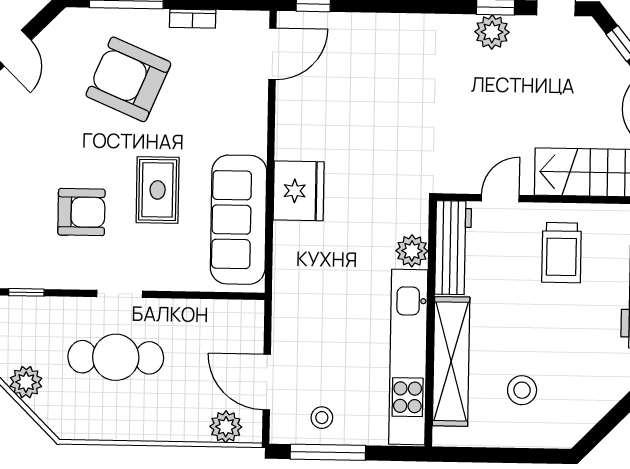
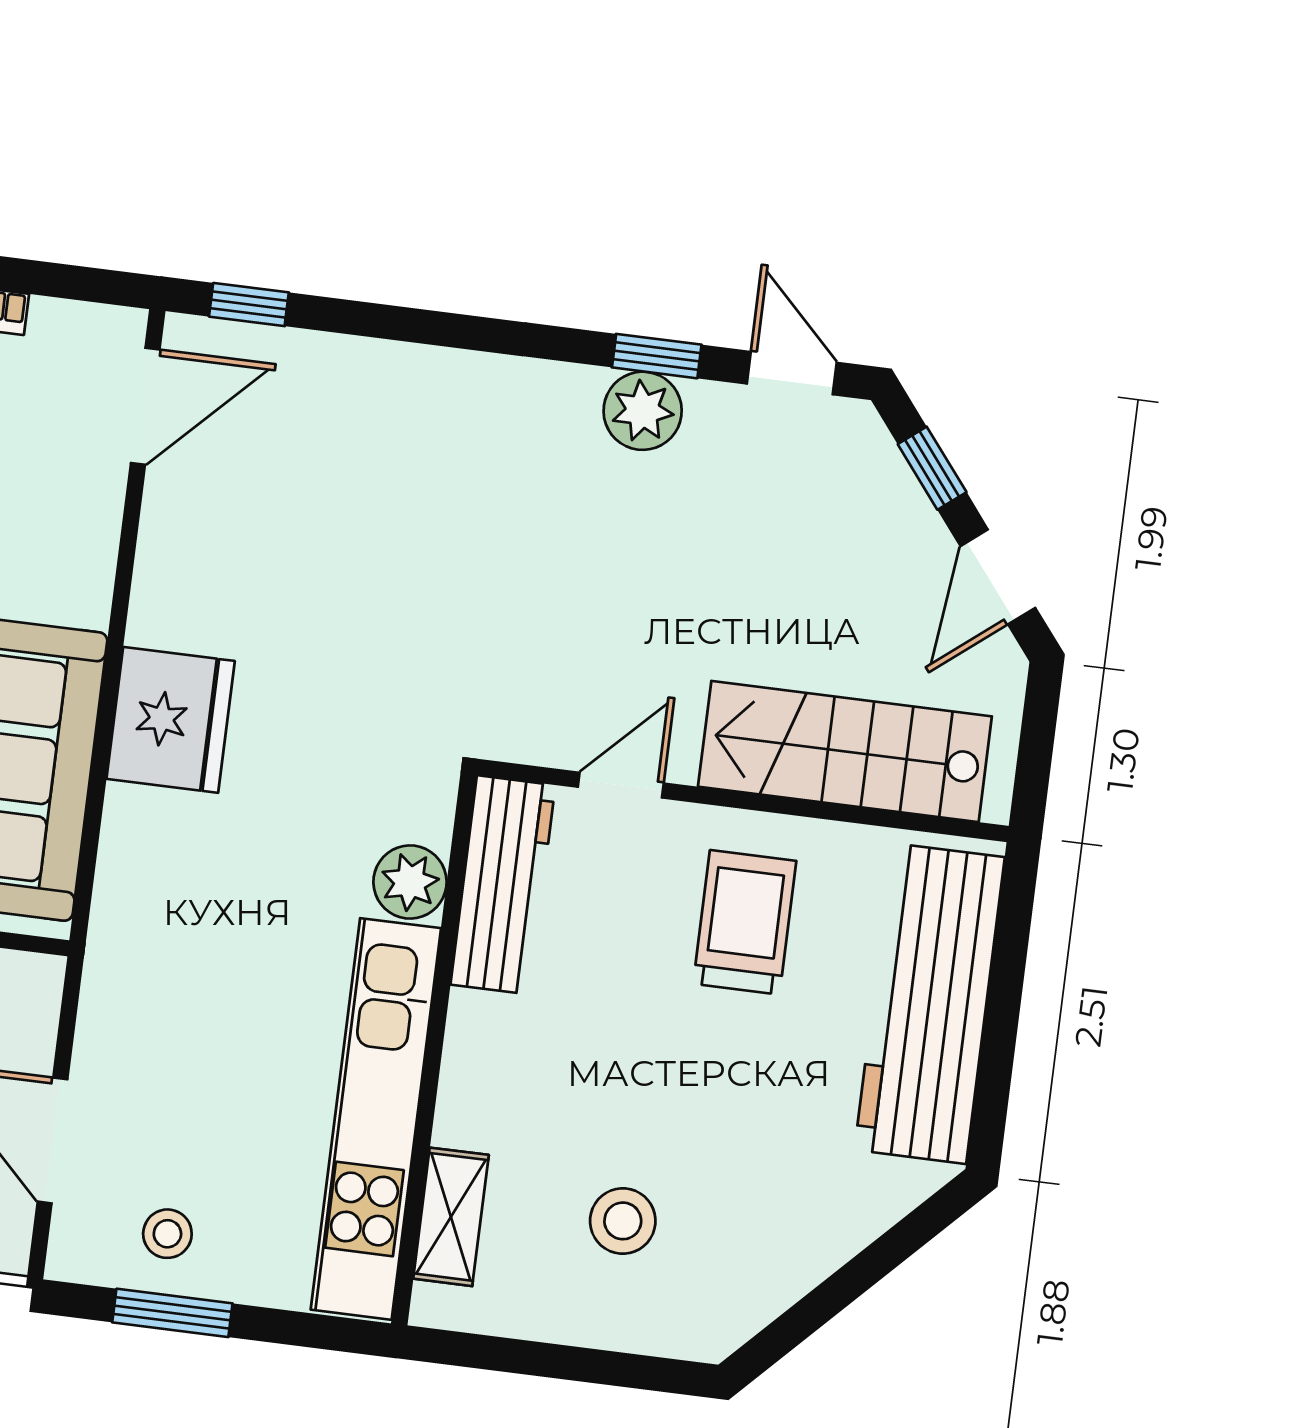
trolley: (561, 253) -> (745, 922), turned 180
shelving: (451, 361) -> (451, 1217), width x0.45, depth x0.75
window: (328, 452) -> (172, 1313), width x0.69

